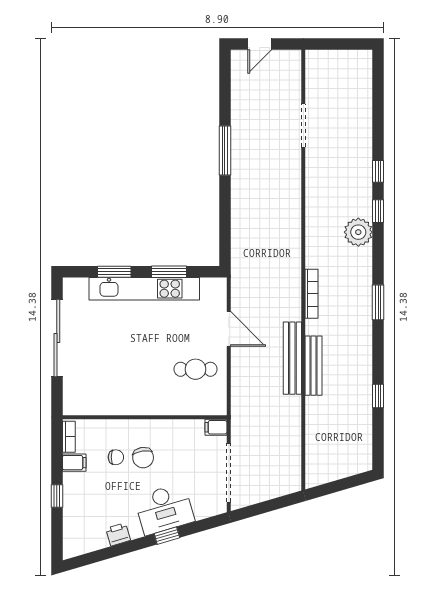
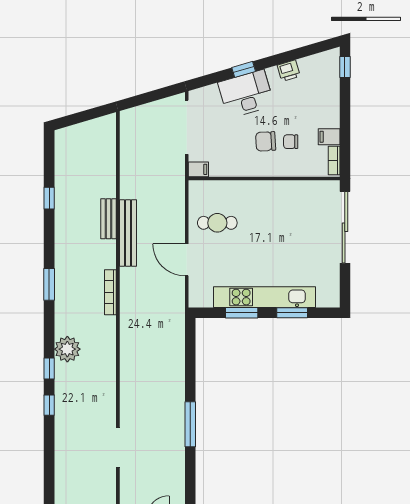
sliding door: (57, 338) -> (345, 227), moved
bench: (314, 366) -> (109, 219), width x0.73
chair: (143, 458) -> (266, 141), turned -84
window: (57, 496) -> (345, 67), moved

